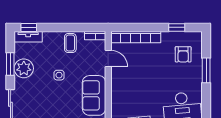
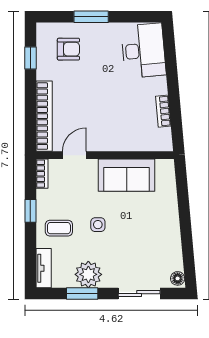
window: (29, 27) -> (30, 211), moved
coffee table: (70, 43) -> (59, 228), moved

